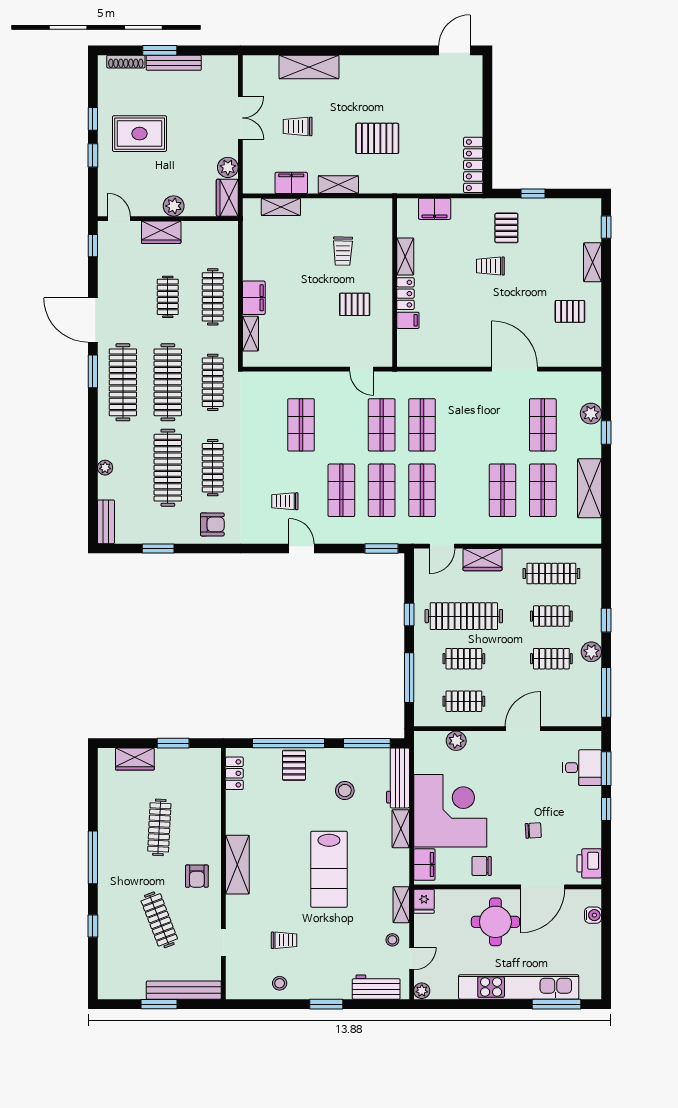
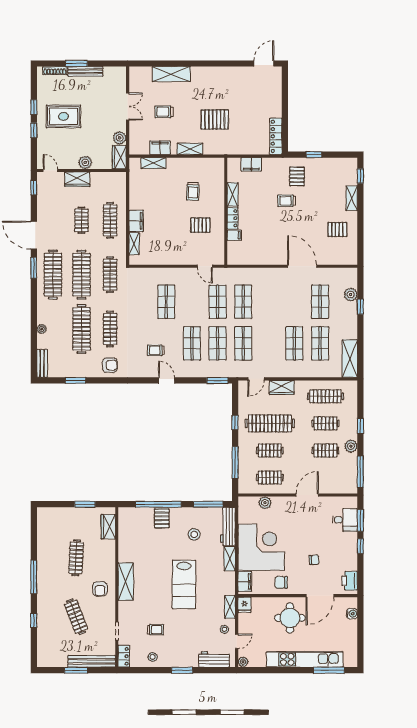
shelving: (590, 488) -> (350, 359), moved
wardrobe: (135, 759) -> (108, 527), moved, turned 90
locker: (234, 773) -> (124, 656), moved

